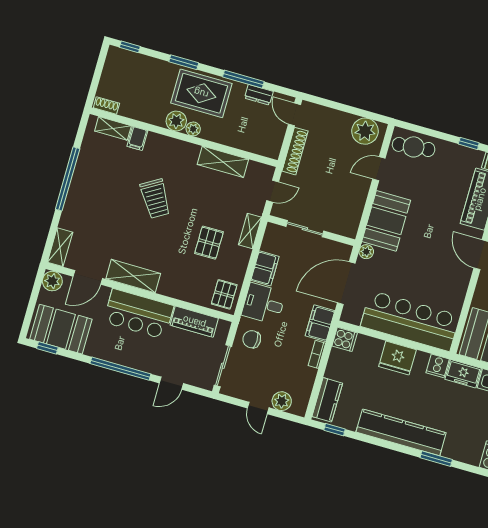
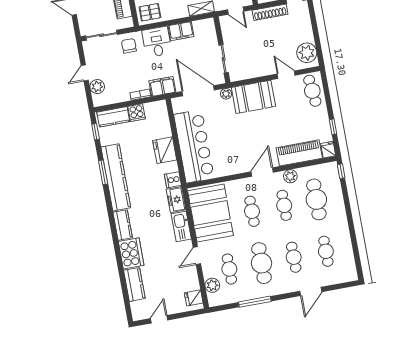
sliding door: (305, 229) -> (224, 59), moved
cooker: (345, 339) -> (137, 113), moved
kitchen counter: (462, 452) -> (123, 225), added
window: (436, 459) -> (103, 172), moved

